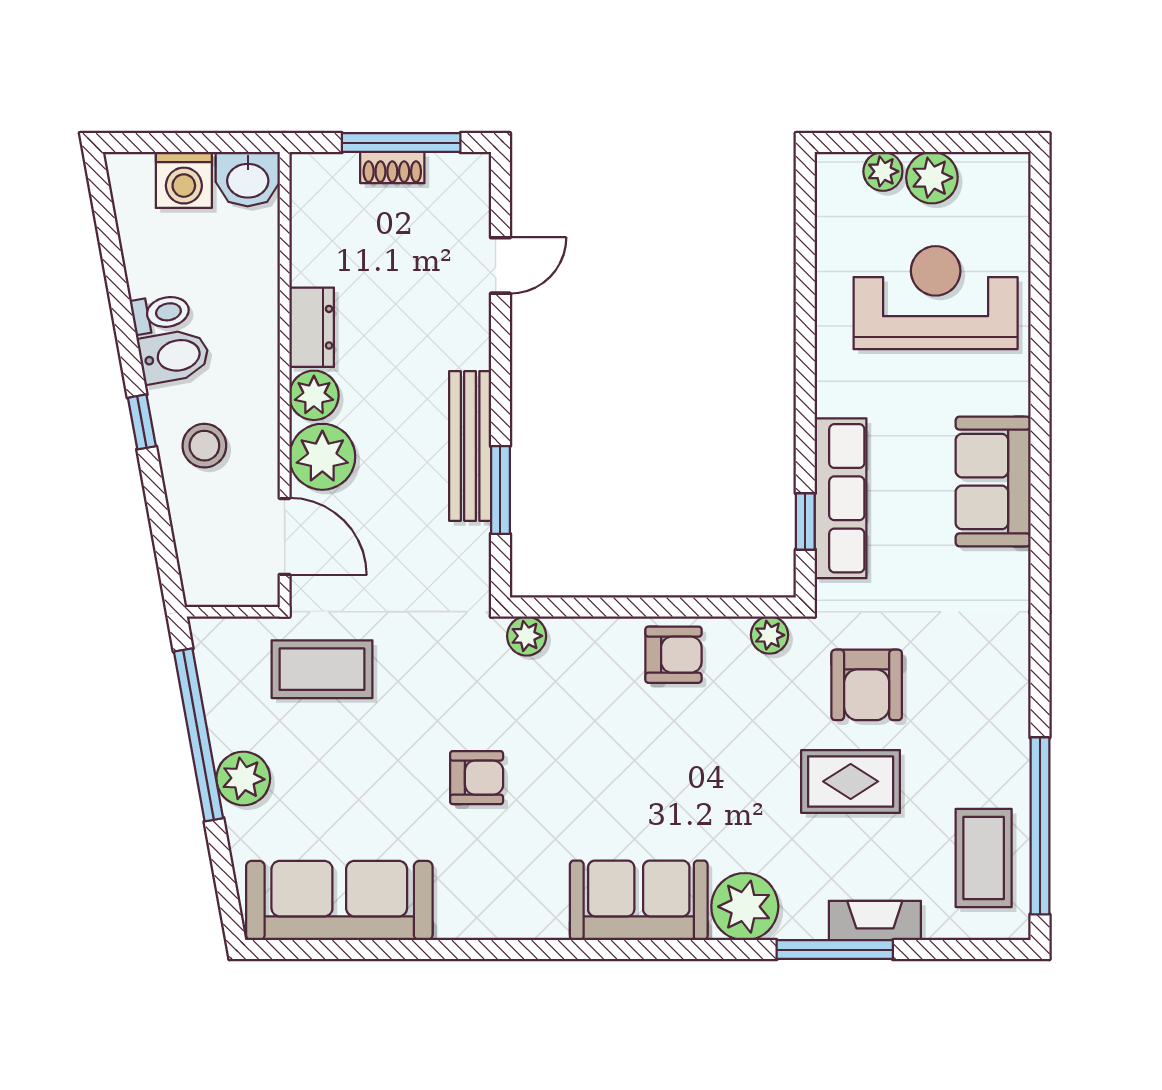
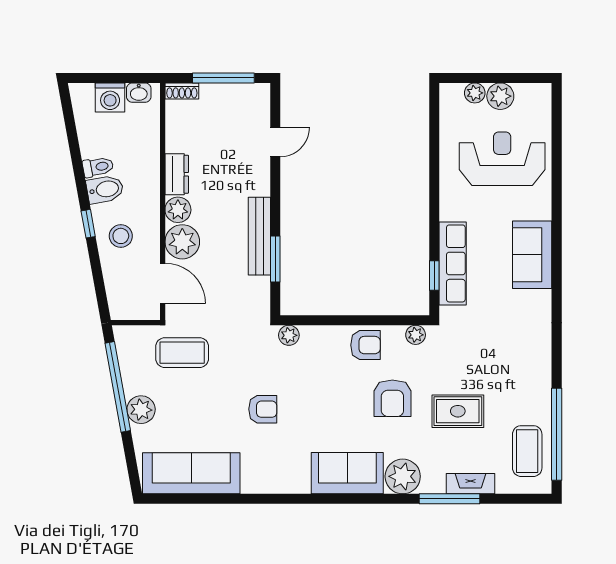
shoe rack: (392, 168) -> (182, 91), moved
washbasin: (248, 179) -> (139, 93), width x0.72, depth x0.69
armchair: (867, 685) -> (392, 398), moved

